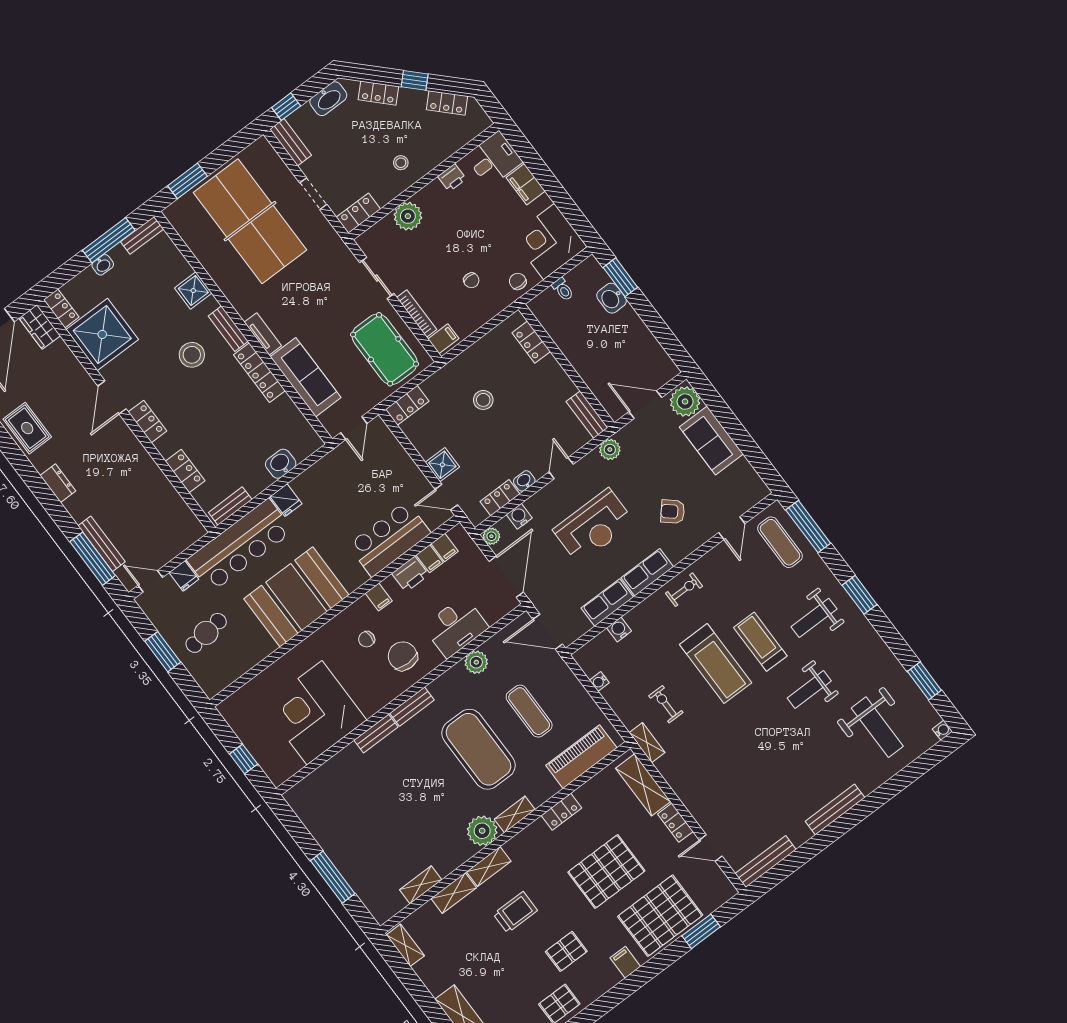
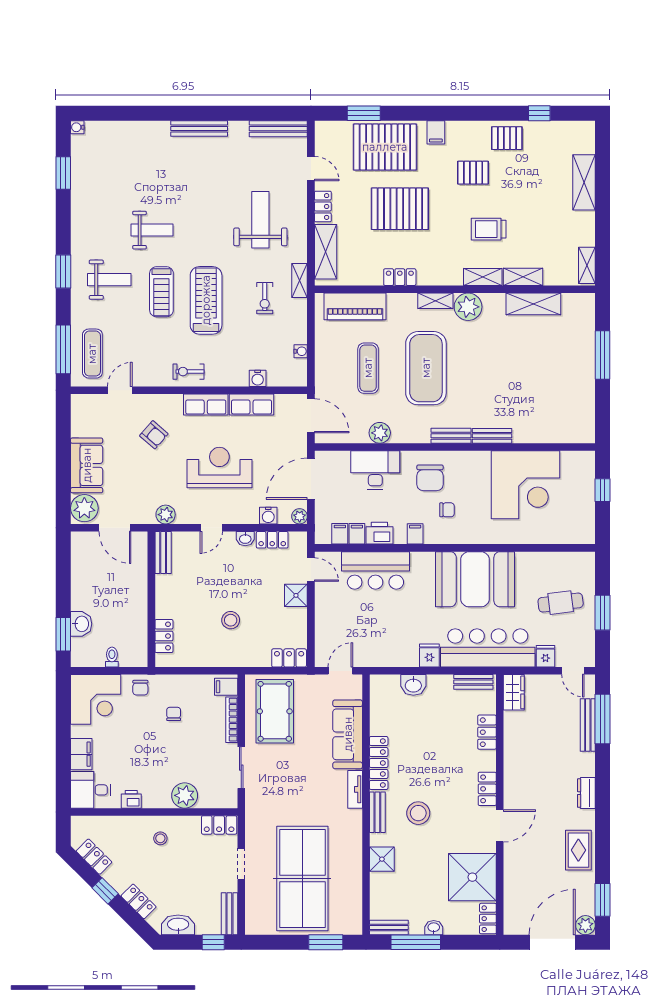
wardrobe: (40, 327) -> (514, 692), moved
weight bench: (877, 727) -> (260, 220), moved
shelving: (421, 885) -> (533, 304), width x1.50, depth x1.33

